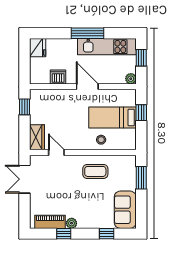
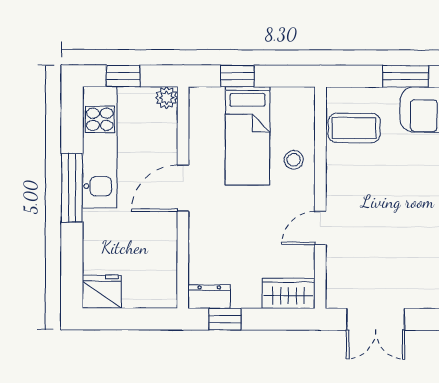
dishwasher: (58, 77) -> (163, 249), removed
dresser: (35, 99) -> (209, 297), added
door: (56, 152) -> (320, 228), moved
coffee table: (95, 171) -> (354, 128), moved, turned 90
window: (141, 178) -> (406, 76), moved

